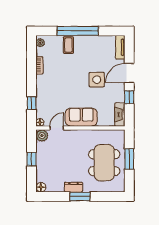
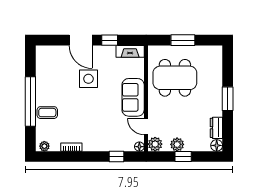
tv unit: (120, 47) -> (50, 51), removed
plant: (42, 154) -> (177, 144), added
dining table: (104, 163) -> (175, 78), moved
dresser: (74, 187) -> (216, 128), moved

